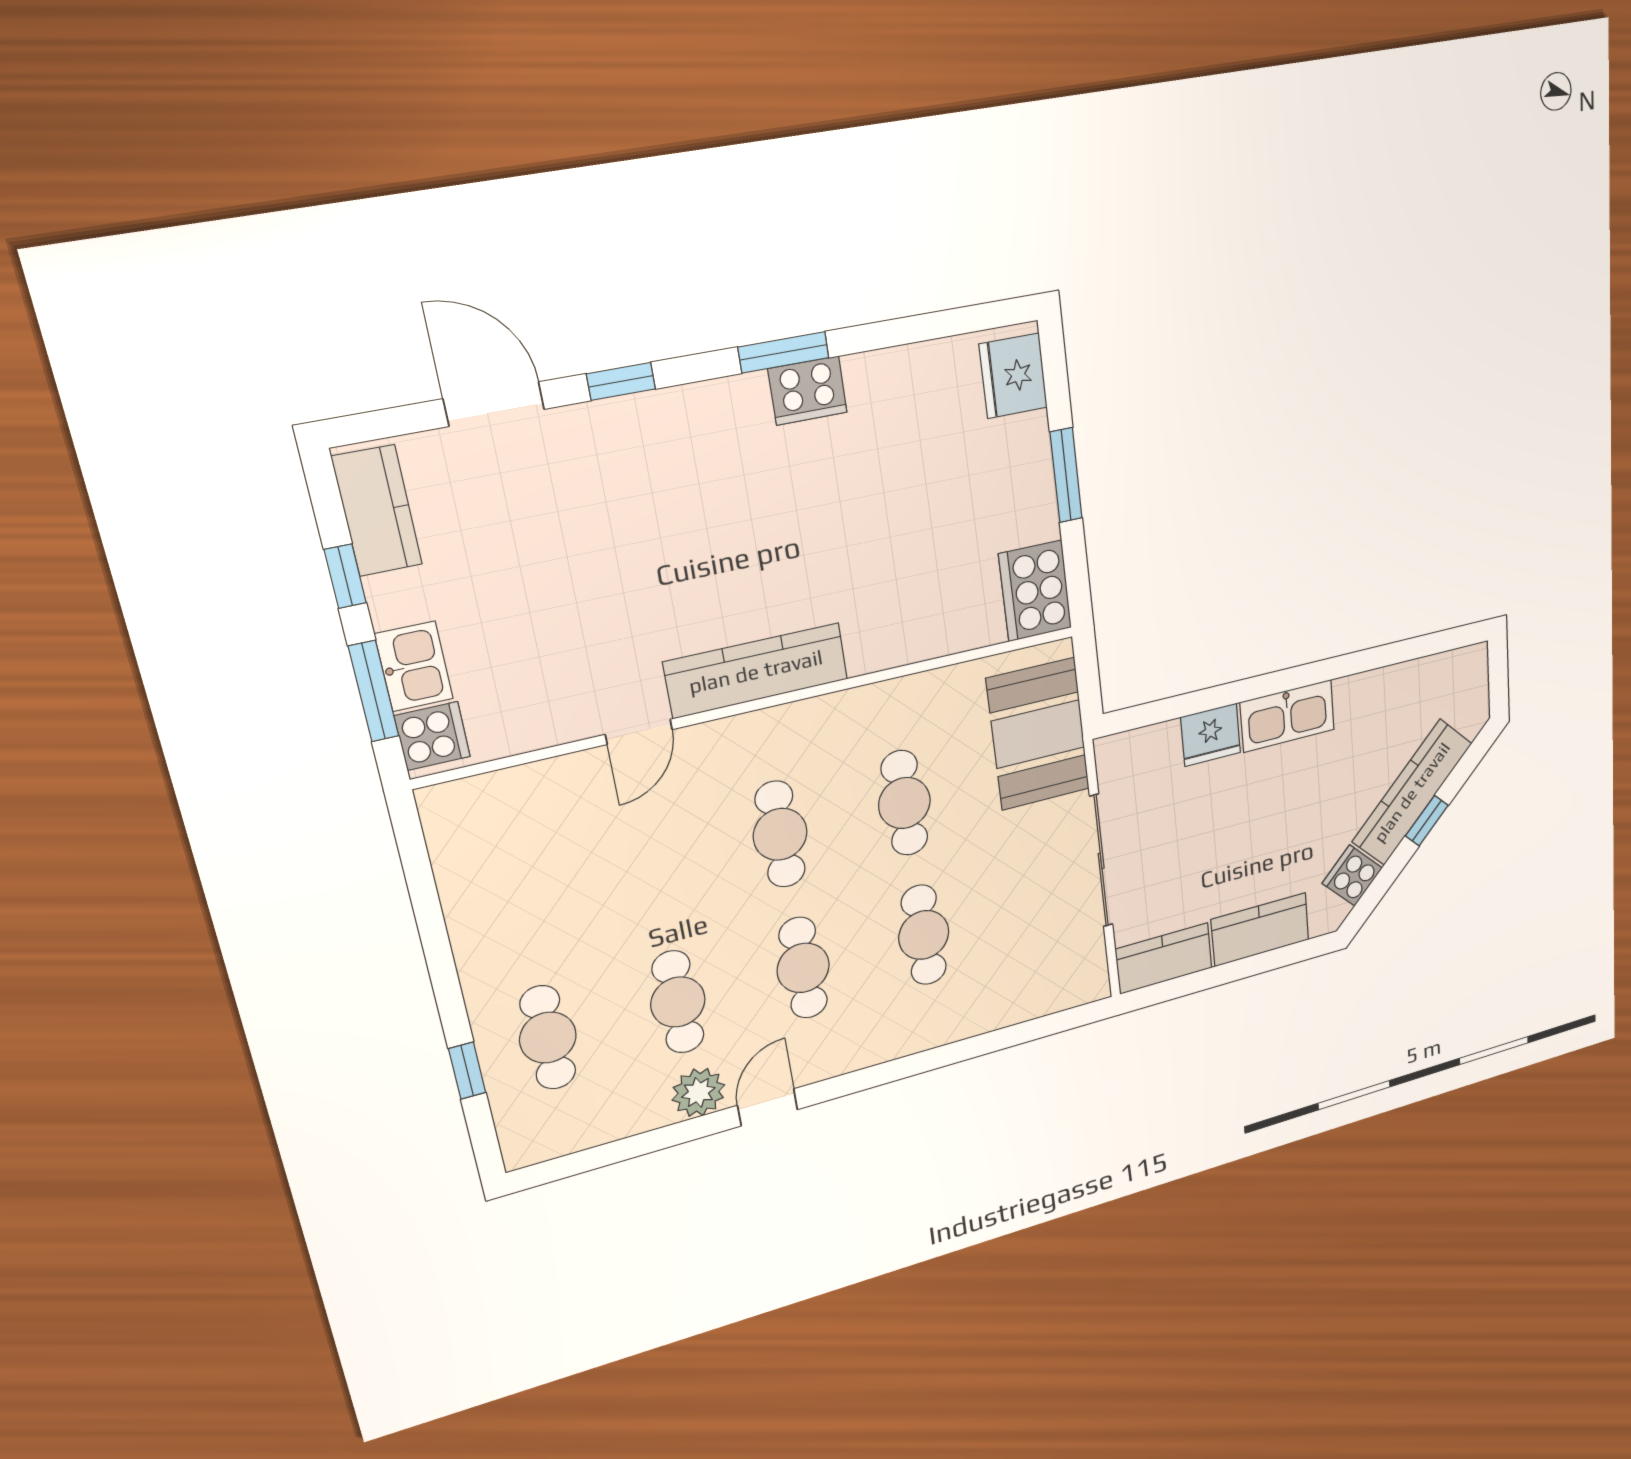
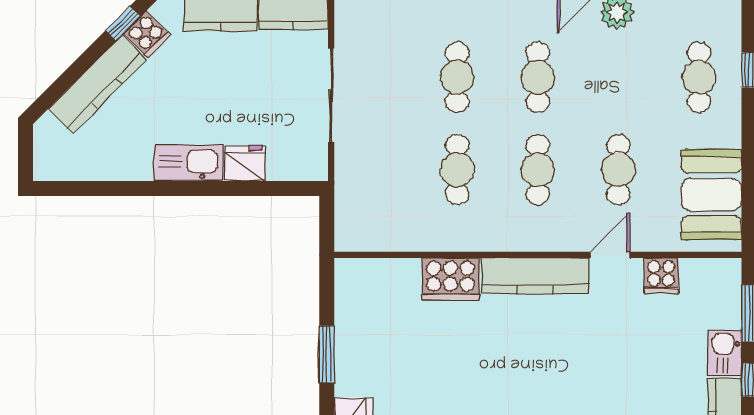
cooker: (1035, 591) -> (451, 279), moved, turned 90
kitchen sink: (414, 666) -> (725, 353), moved
booth: (1038, 734) -> (711, 194), moved
cooker: (432, 736) -> (661, 275), moved, turned -90
window: (1427, 821) -> (123, 24), moved
cafe table: (678, 1002) -> (618, 170), moved

